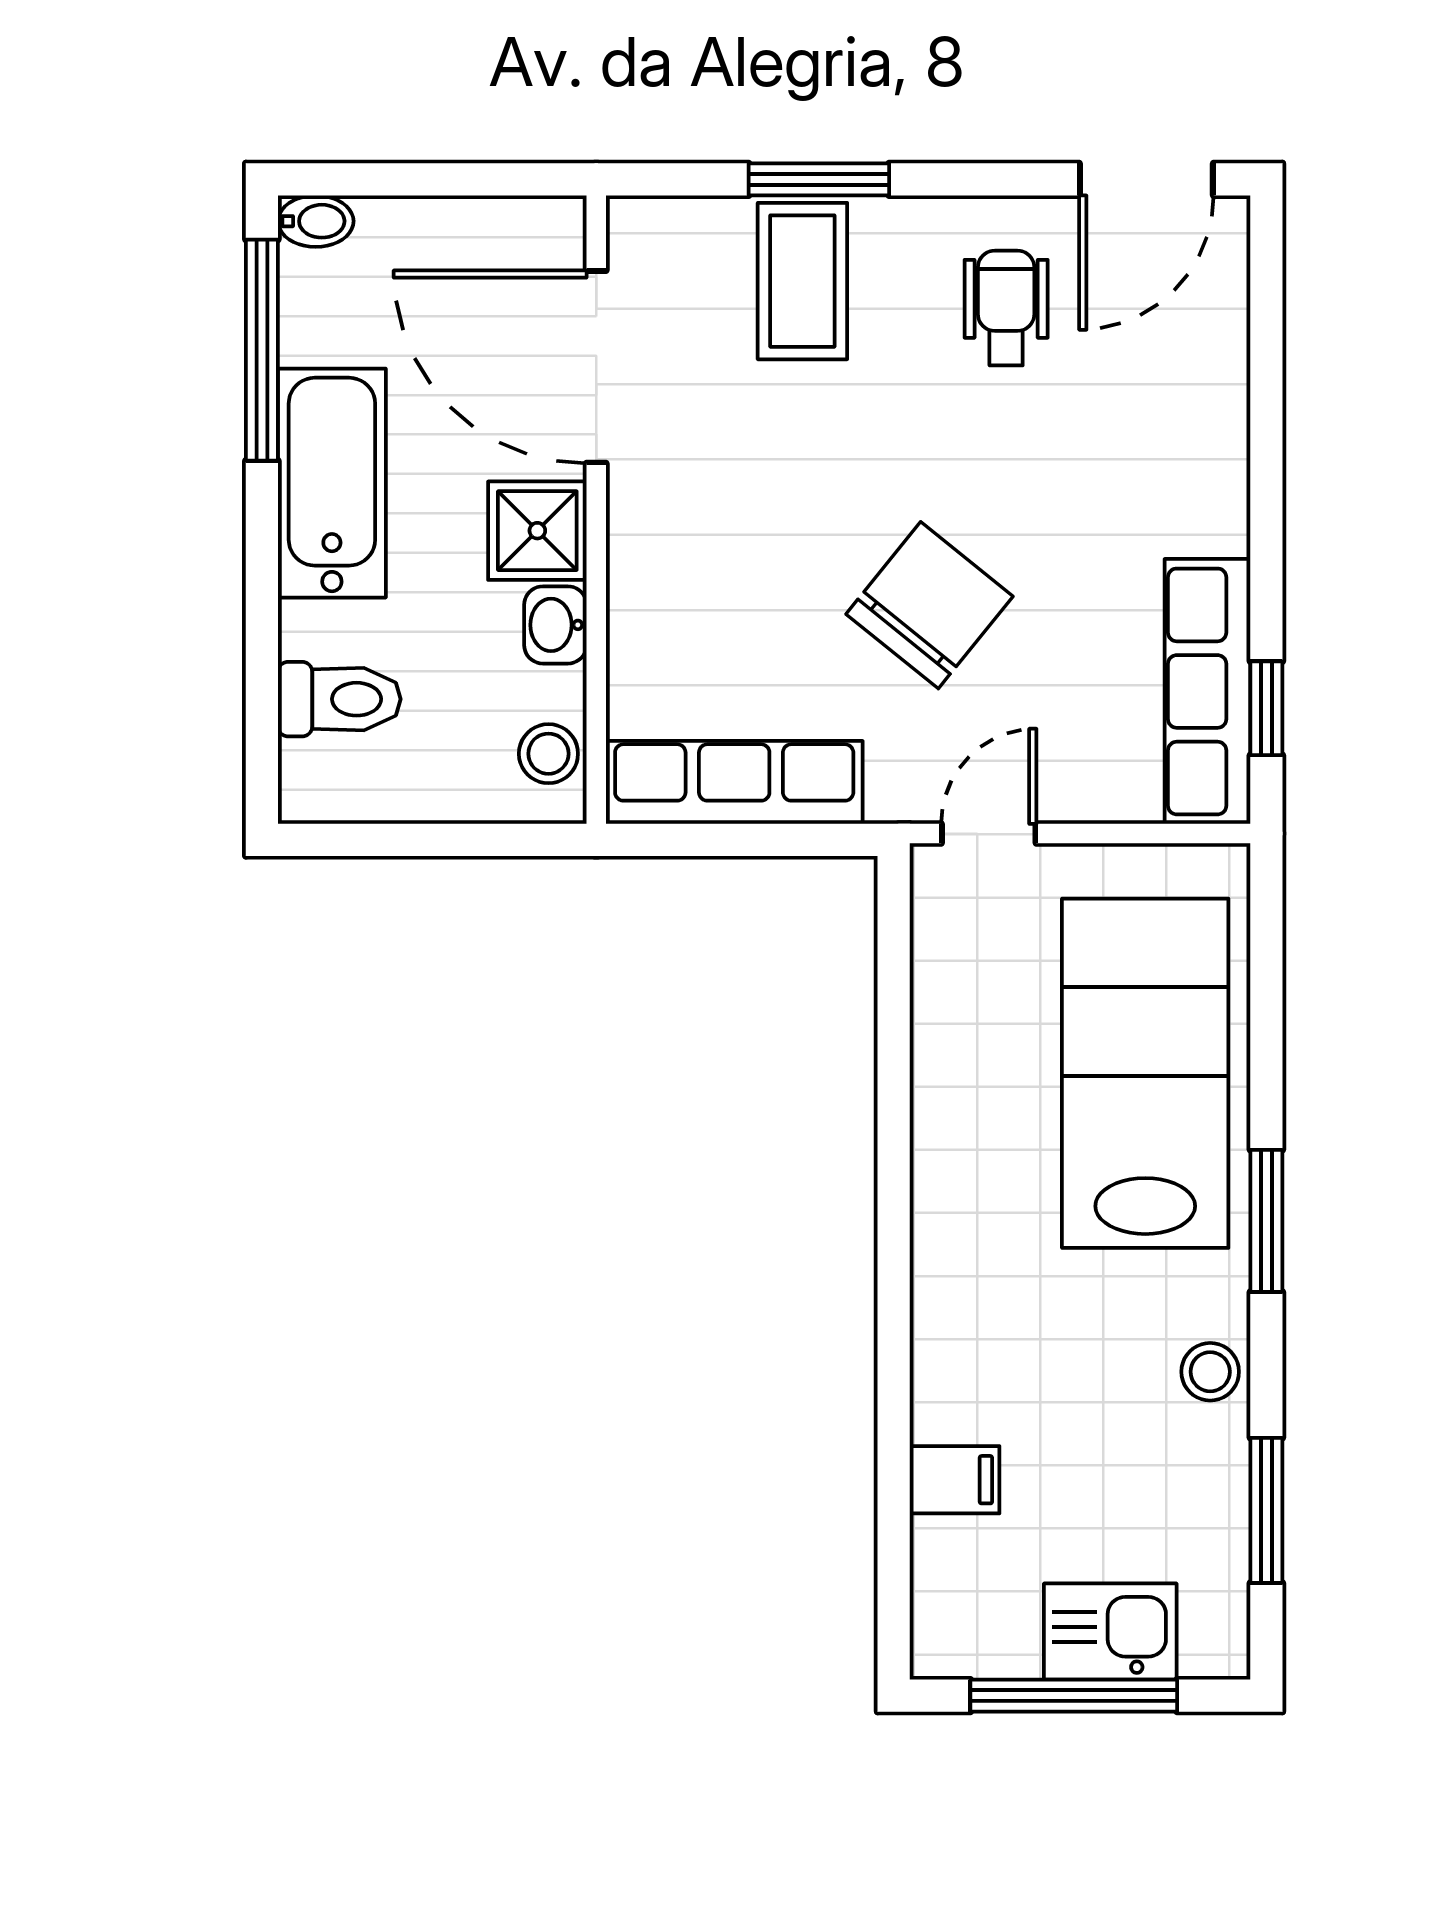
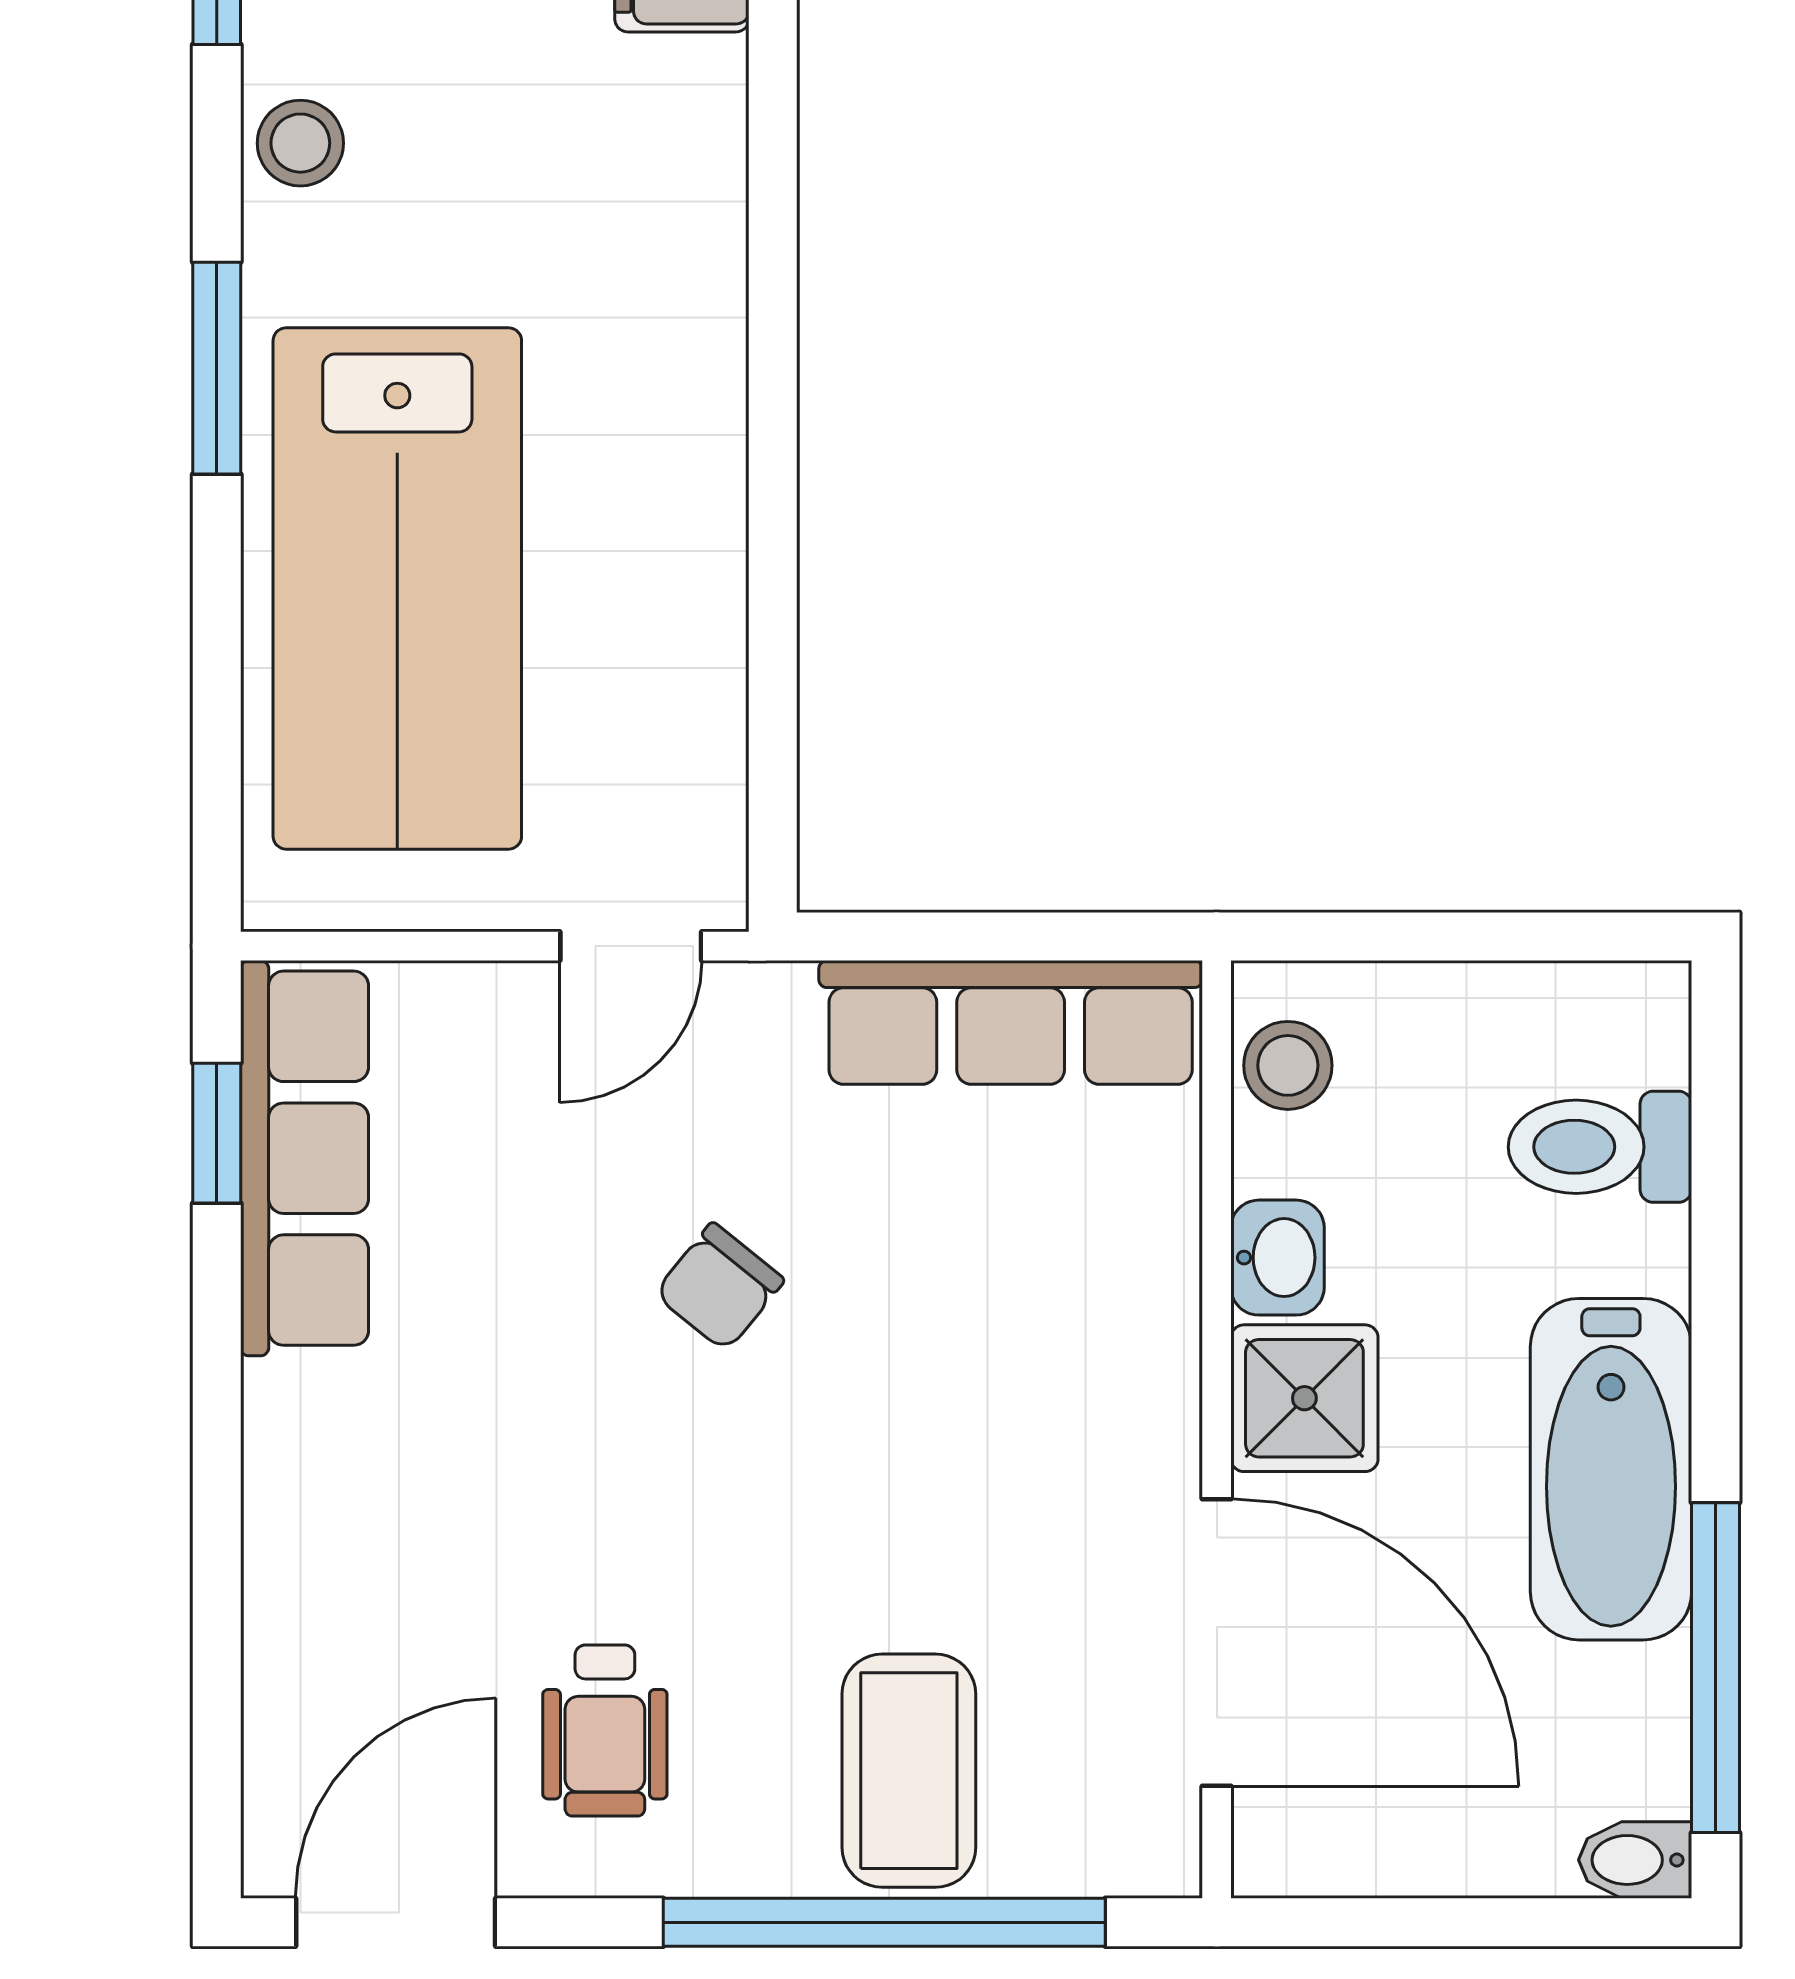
window: (819, 179) -> (884, 1922), width x2.11
chair: (929, 605) -> (719, 1287), width x0.54, depth x0.54

